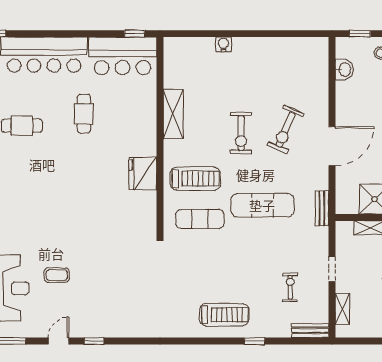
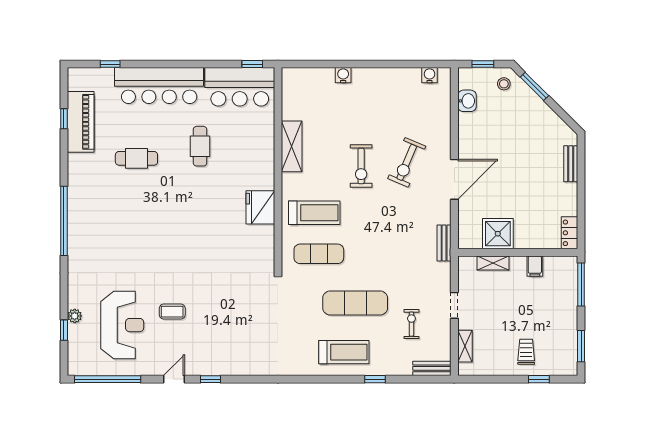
water cooler: (308, 45) -> (430, 75), added
exercise mat: (262, 205) -> (355, 303), moved

